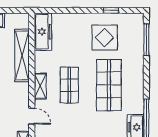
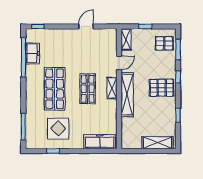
freezer: (43, 32) -> (100, 142), moved, turned 90
shelving: (22, 55) -> (127, 95), moved
door: (32, 116) -> (119, 63), swing flipped

